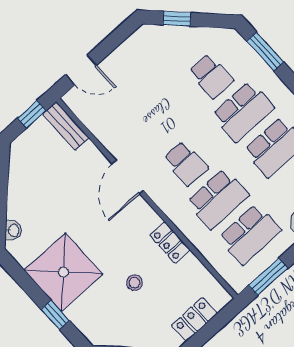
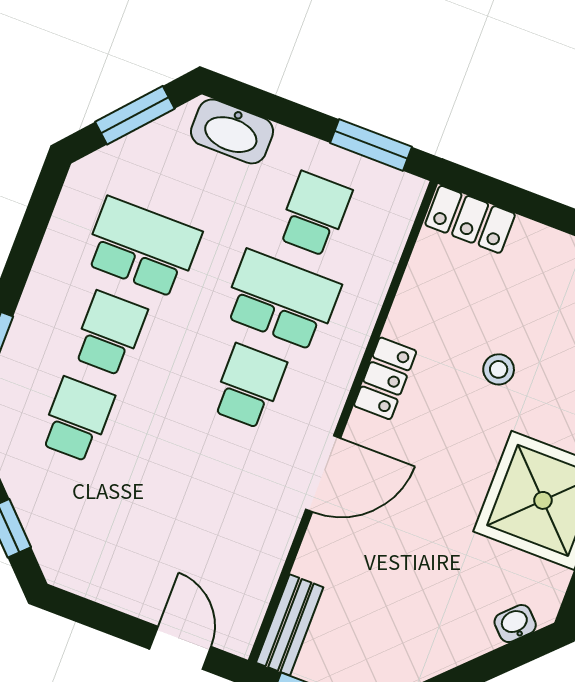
school desk: (243, 112) -> (110, 333), width x0.54
school desk: (250, 234) -> (314, 214), width x0.54
locker: (170, 242) -> (385, 378), moved
locker: (194, 319) -> (470, 219), moved

